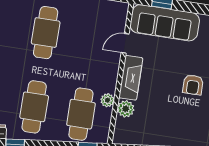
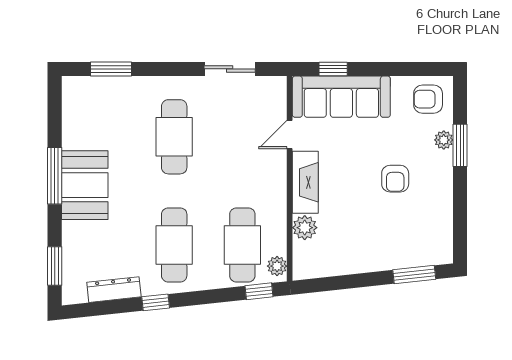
plant: (107, 100) -> (277, 266), moved

